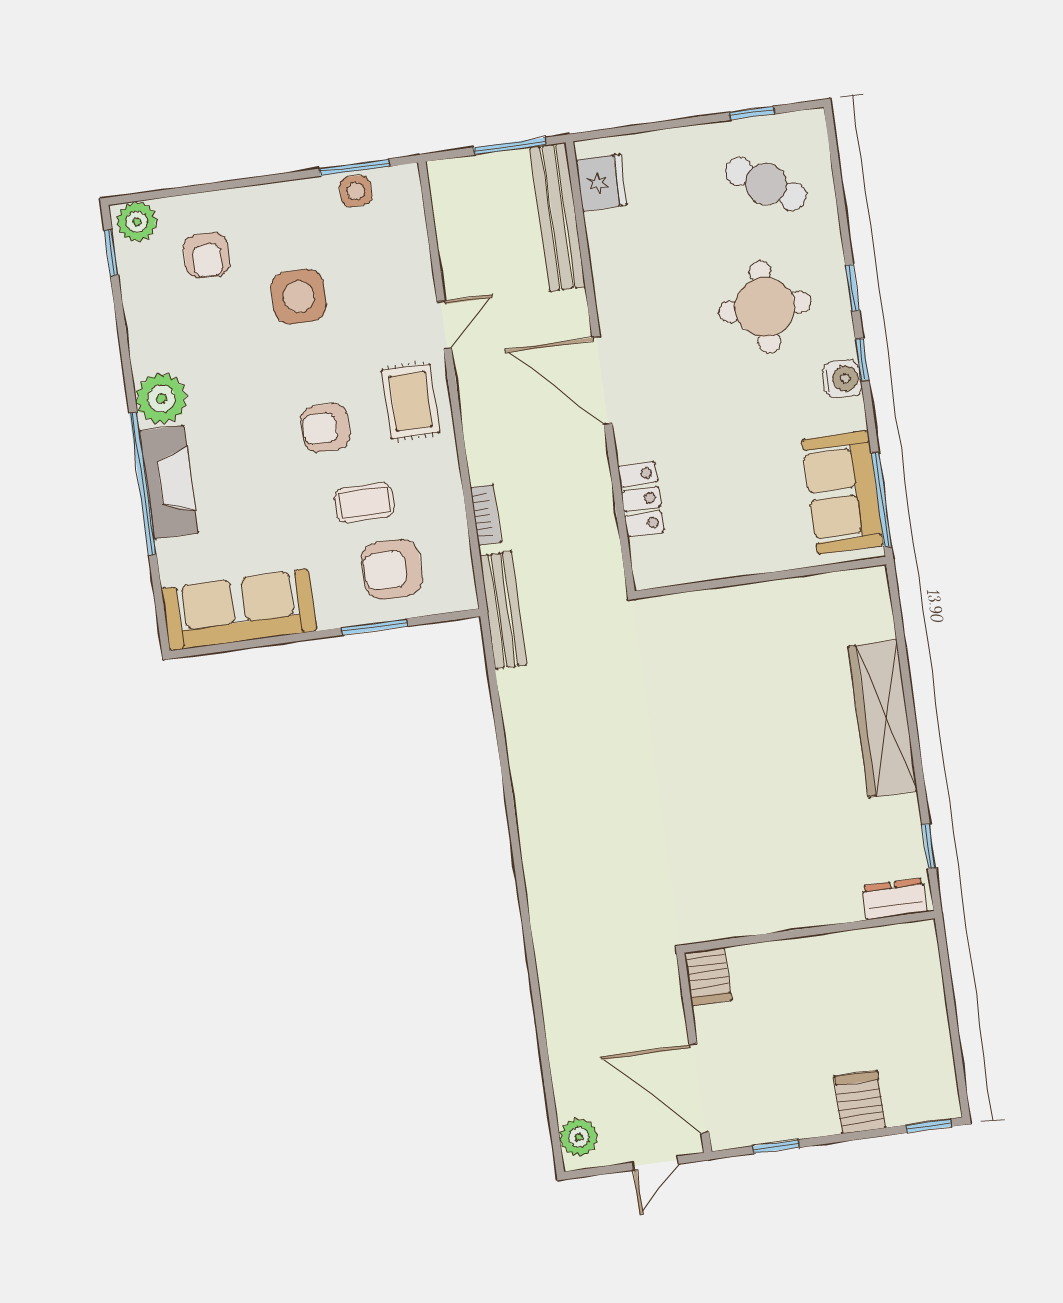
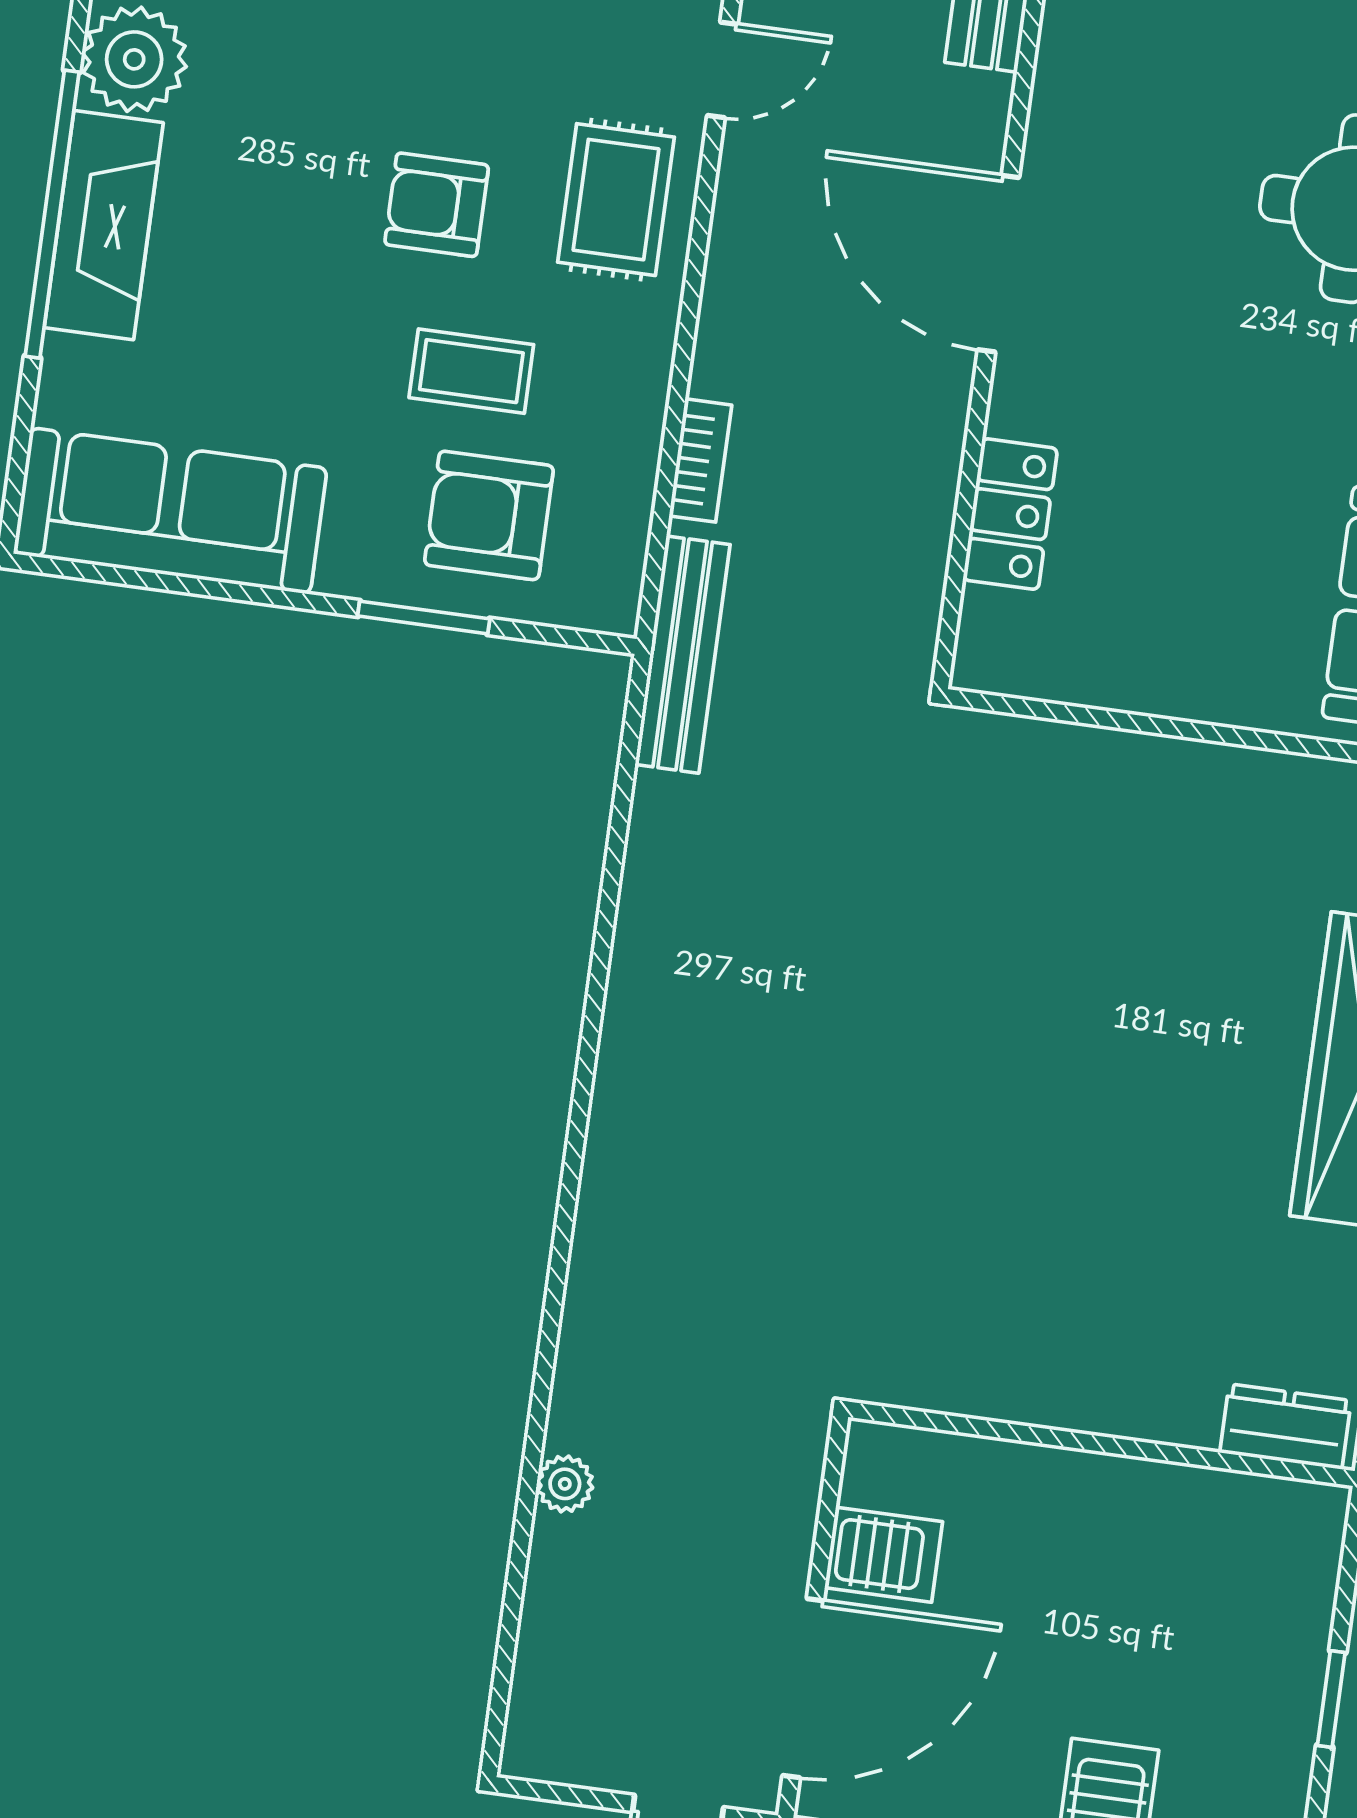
server rack: (708, 976) -> (884, 1555), moved, turned -90
window: (953, 1023) -> (1331, 1699), added
door: (699, 1088) -> (803, 1688), swing flipped
plant: (579, 1137) -> (565, 1484), moved, width x0.73, depth x0.73

